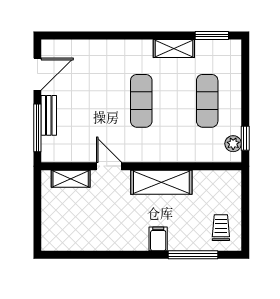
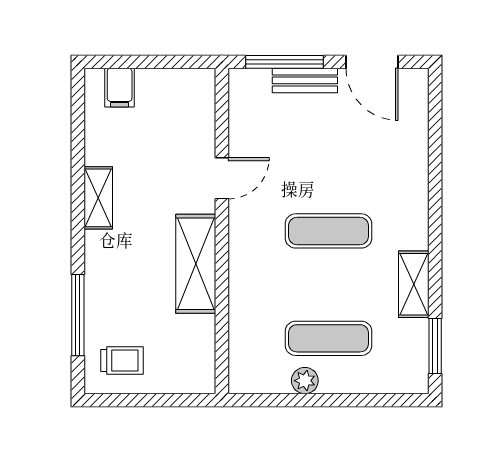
window: (245, 138) -> (268, 400), removed
plant: (233, 144) -> (305, 381), moved
shelving: (71, 179) -> (98, 198), moved
filing cabinet: (158, 239) -> (120, 88), moved, turned 90

